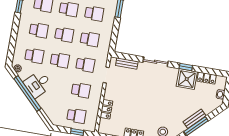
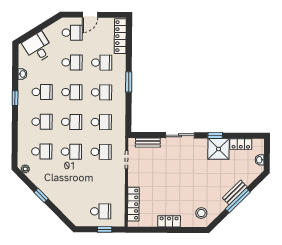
desk: (38, 84) -> (51, 183), removed
school desk: (81, 90) -> (101, 182), removed
window: (27, 94) -> (41, 195), width x0.32
locker: (106, 109) -> (133, 204), width x1.53

